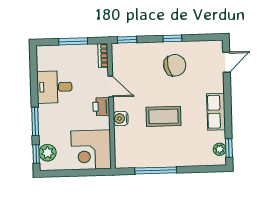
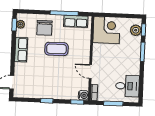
chair: (175, 65) -> (44, 28), moved, turned -78
desk: (54, 87) -> (127, 86), moved
printer: (101, 107) -> (98, 58), removed
water cooler: (121, 119) -> (83, 95), moved
row of seats: (138, 159) -> (76, 21), added

